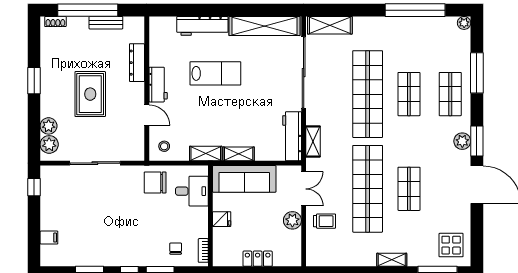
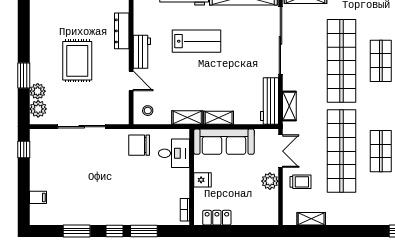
window: (34, 81) -> (24, 76), moved
chair: (176, 249) -> (159, 208), removed
locker: (258, 259) -> (217, 218), moved
shelving: (392, 260) -> (311, 219), moved

